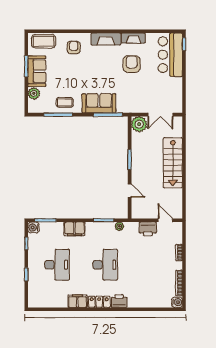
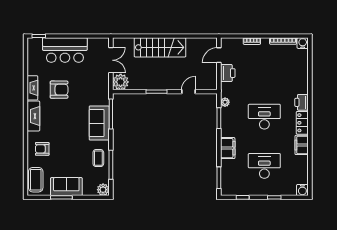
bar counter: (170, 55) -> (65, 50), moved
armchair: (132, 64) -> (59, 90), turned 180
plant: (34, 93) -> (103, 190), moved
water cooler: (33, 227) -> (302, 190), moved

